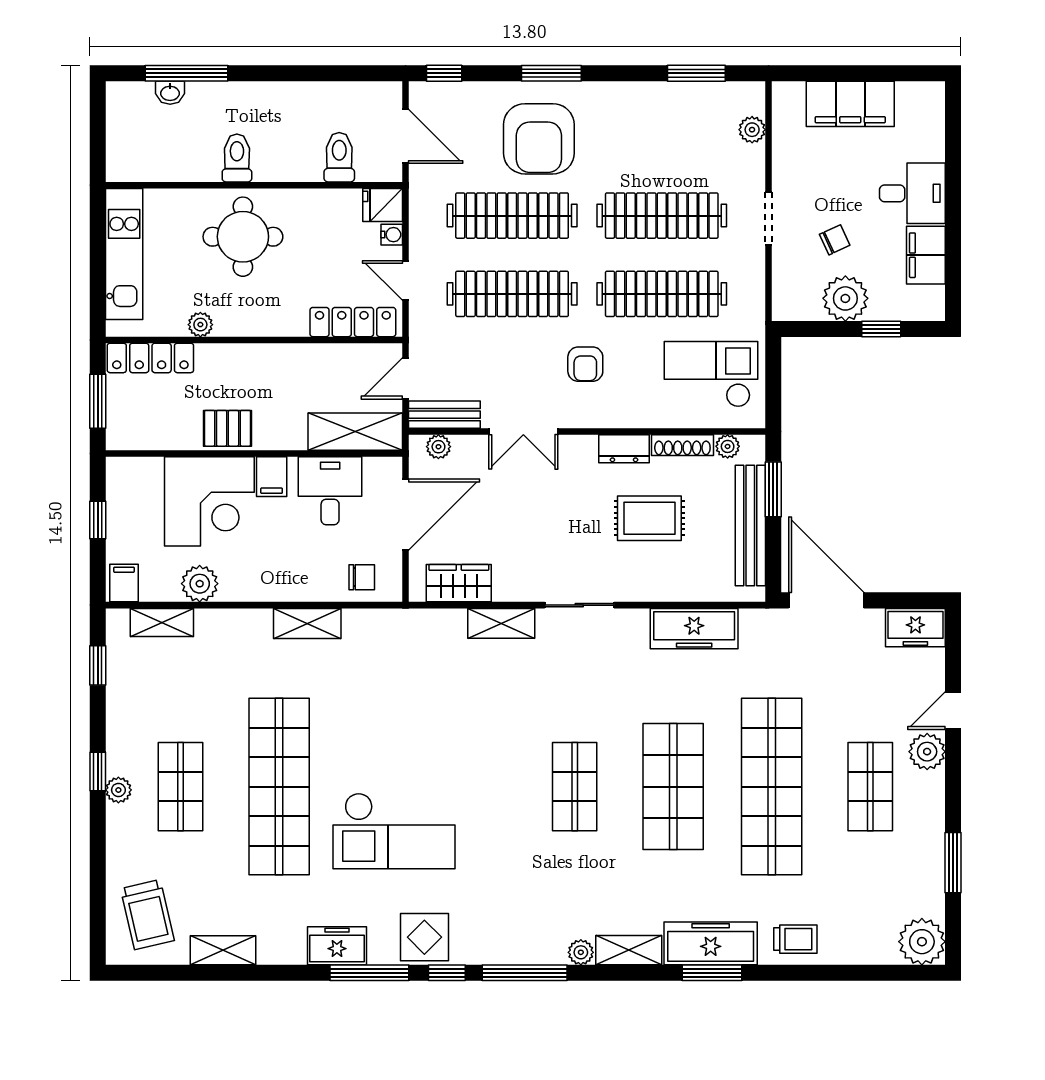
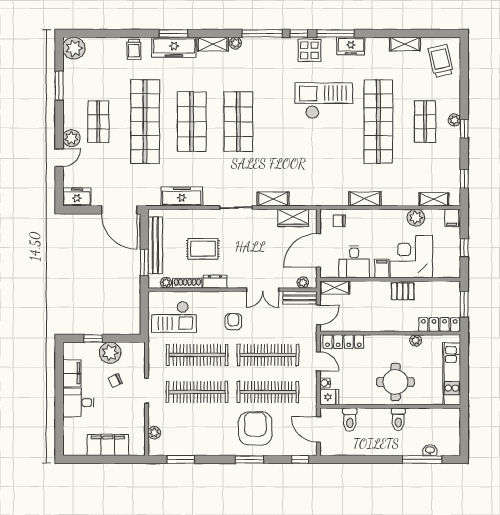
double door: (523, 431) -> (263, 290), swing flipped
shelving: (355, 432) -> (335, 287), width x0.67, depth x0.75
shop shelf: (575, 787) -> (238, 122), width x1.43, depth x1.36
trolley: (795, 939) -> (134, 49), turned -90

